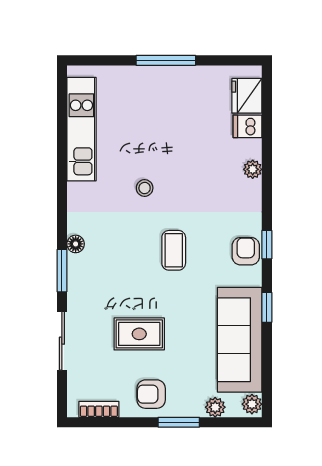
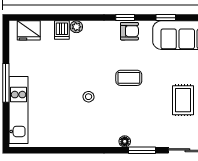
dishwasher: (248, 126) -> (62, 30), moved
kitchen unit: (81, 129) -> (19, 110), moved, turned 90
armchair: (246, 251) -> (129, 31), turned 180

